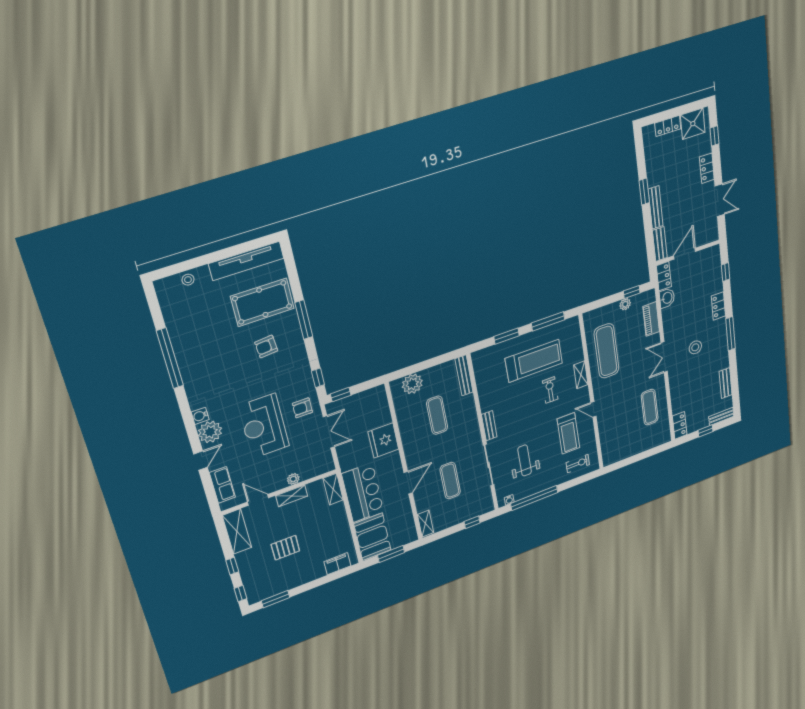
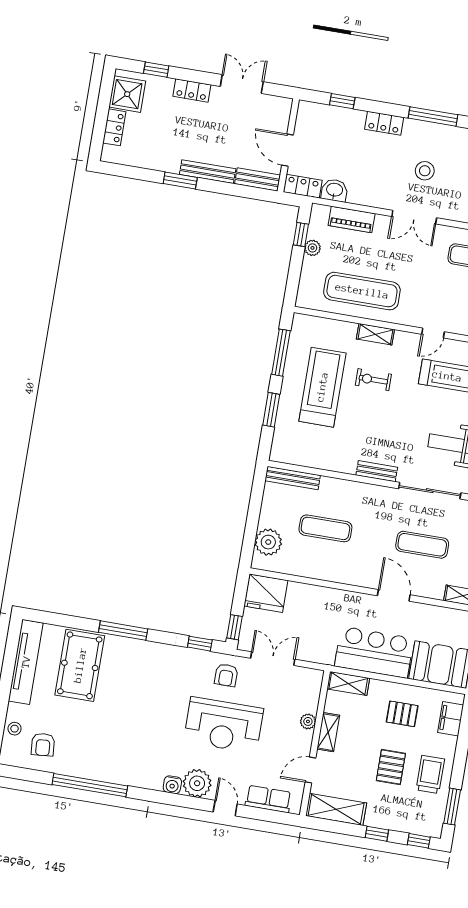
armchair: (266, 346) -> (43, 745), moved
fridge: (383, 440) -> (266, 593), moved
pallet: (327, 533) -> (402, 714), added
trolley: (292, 574) -> (430, 774), added

